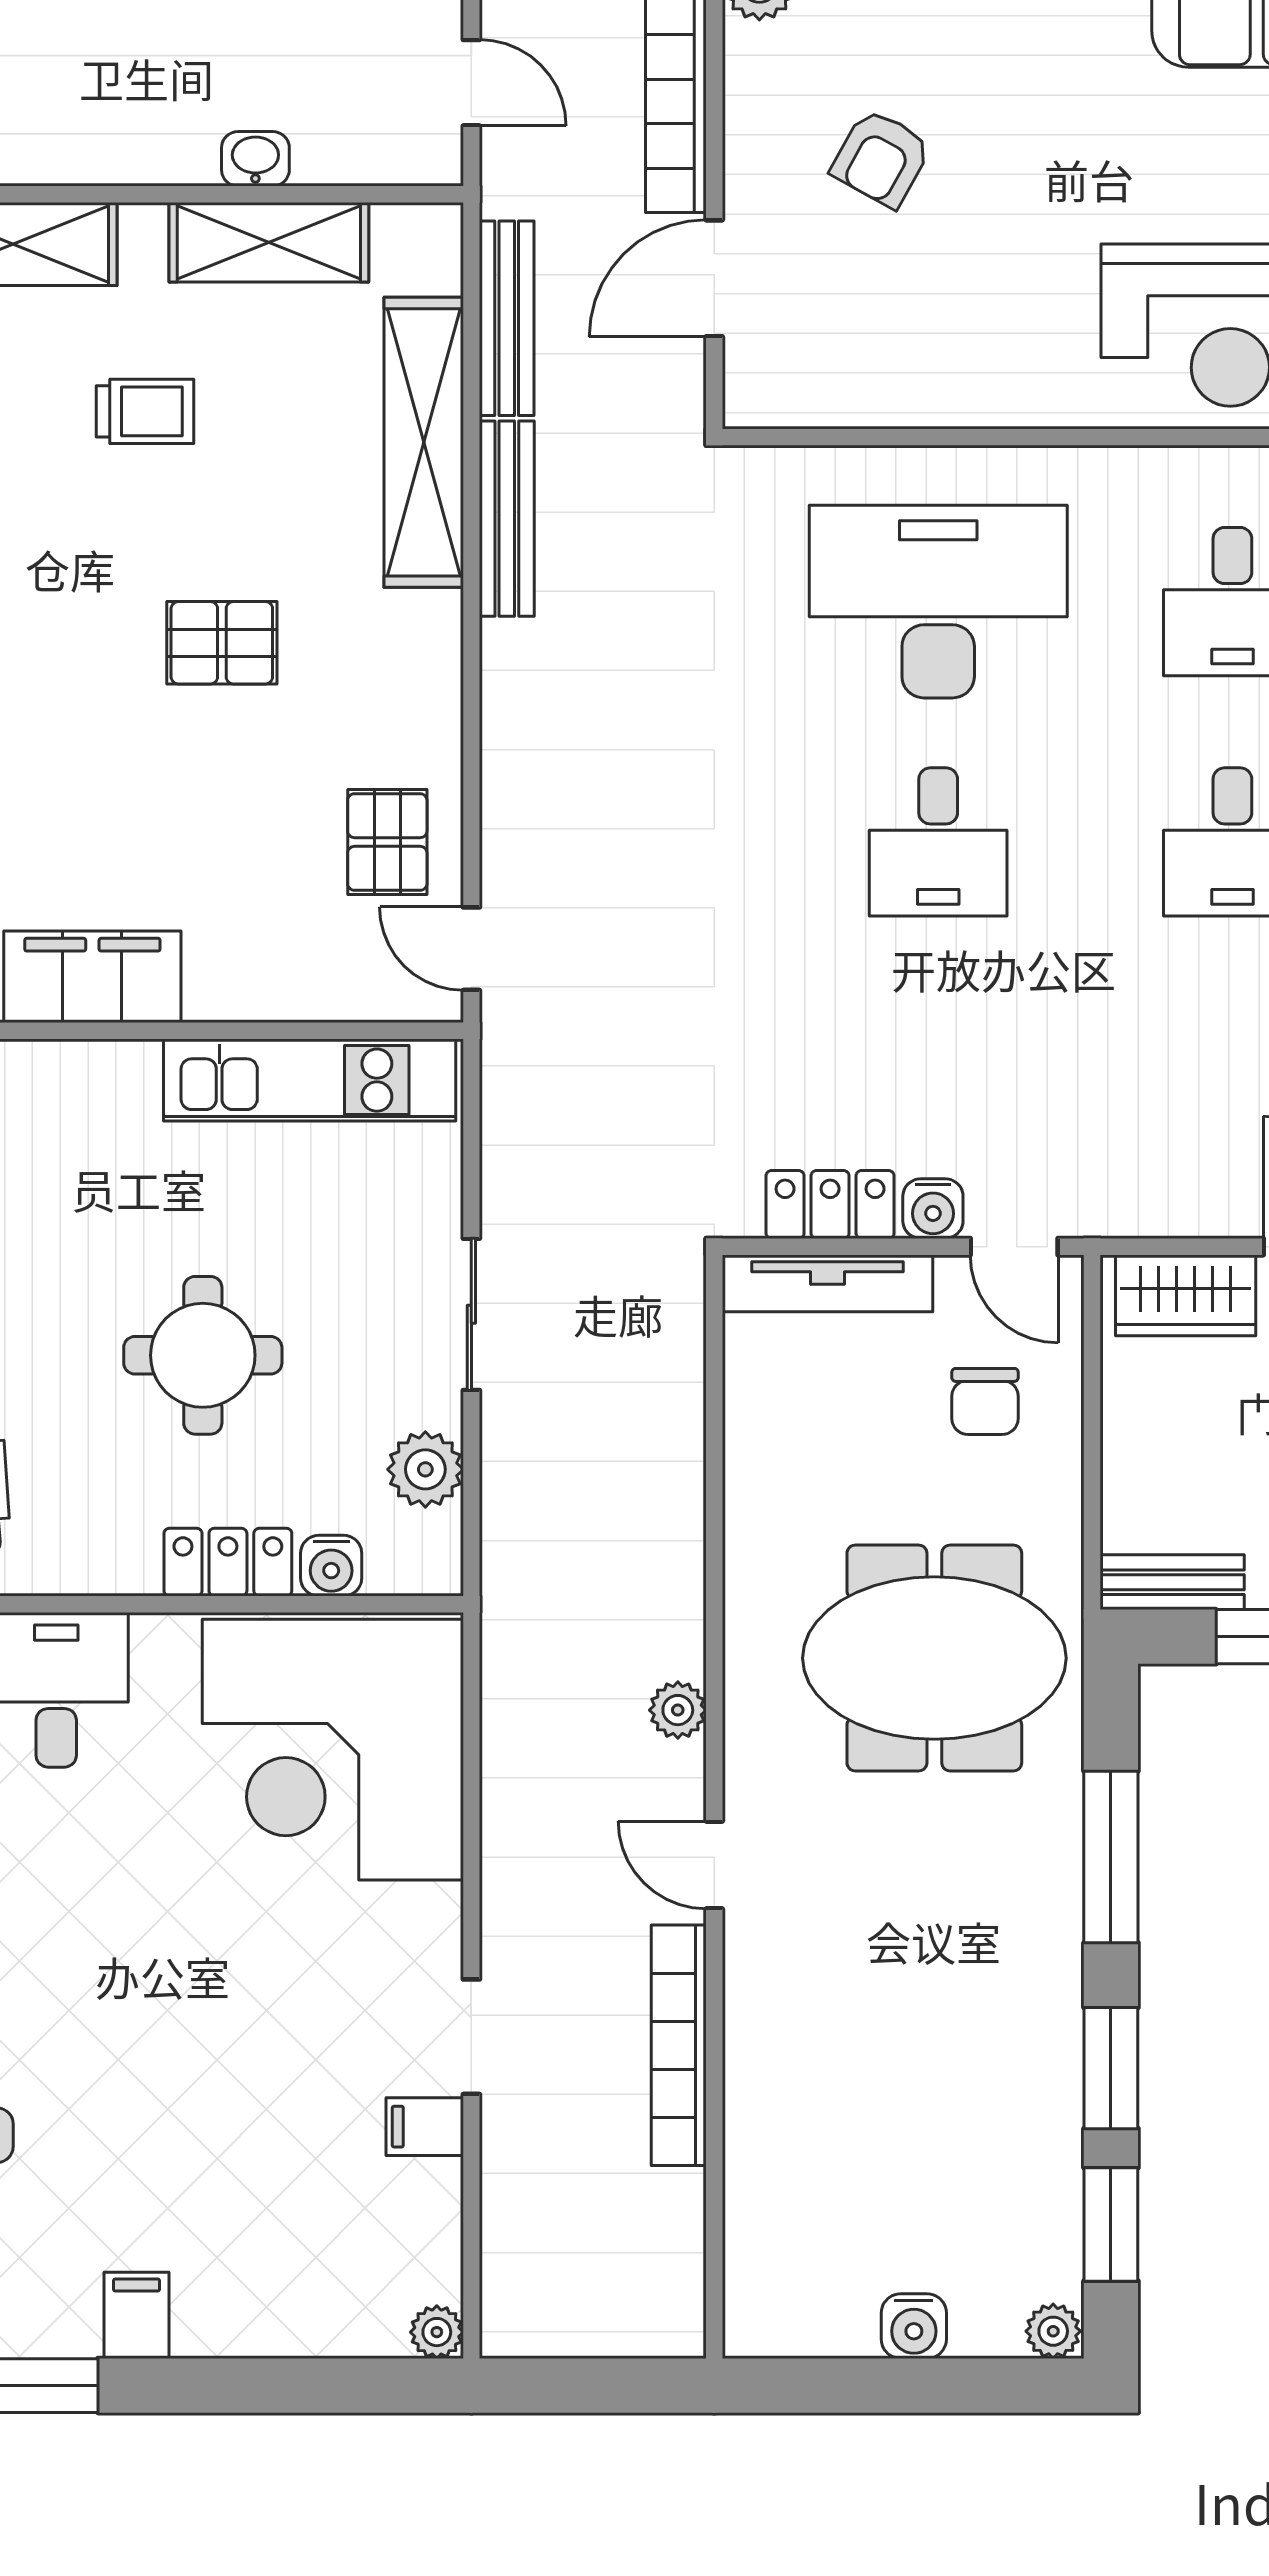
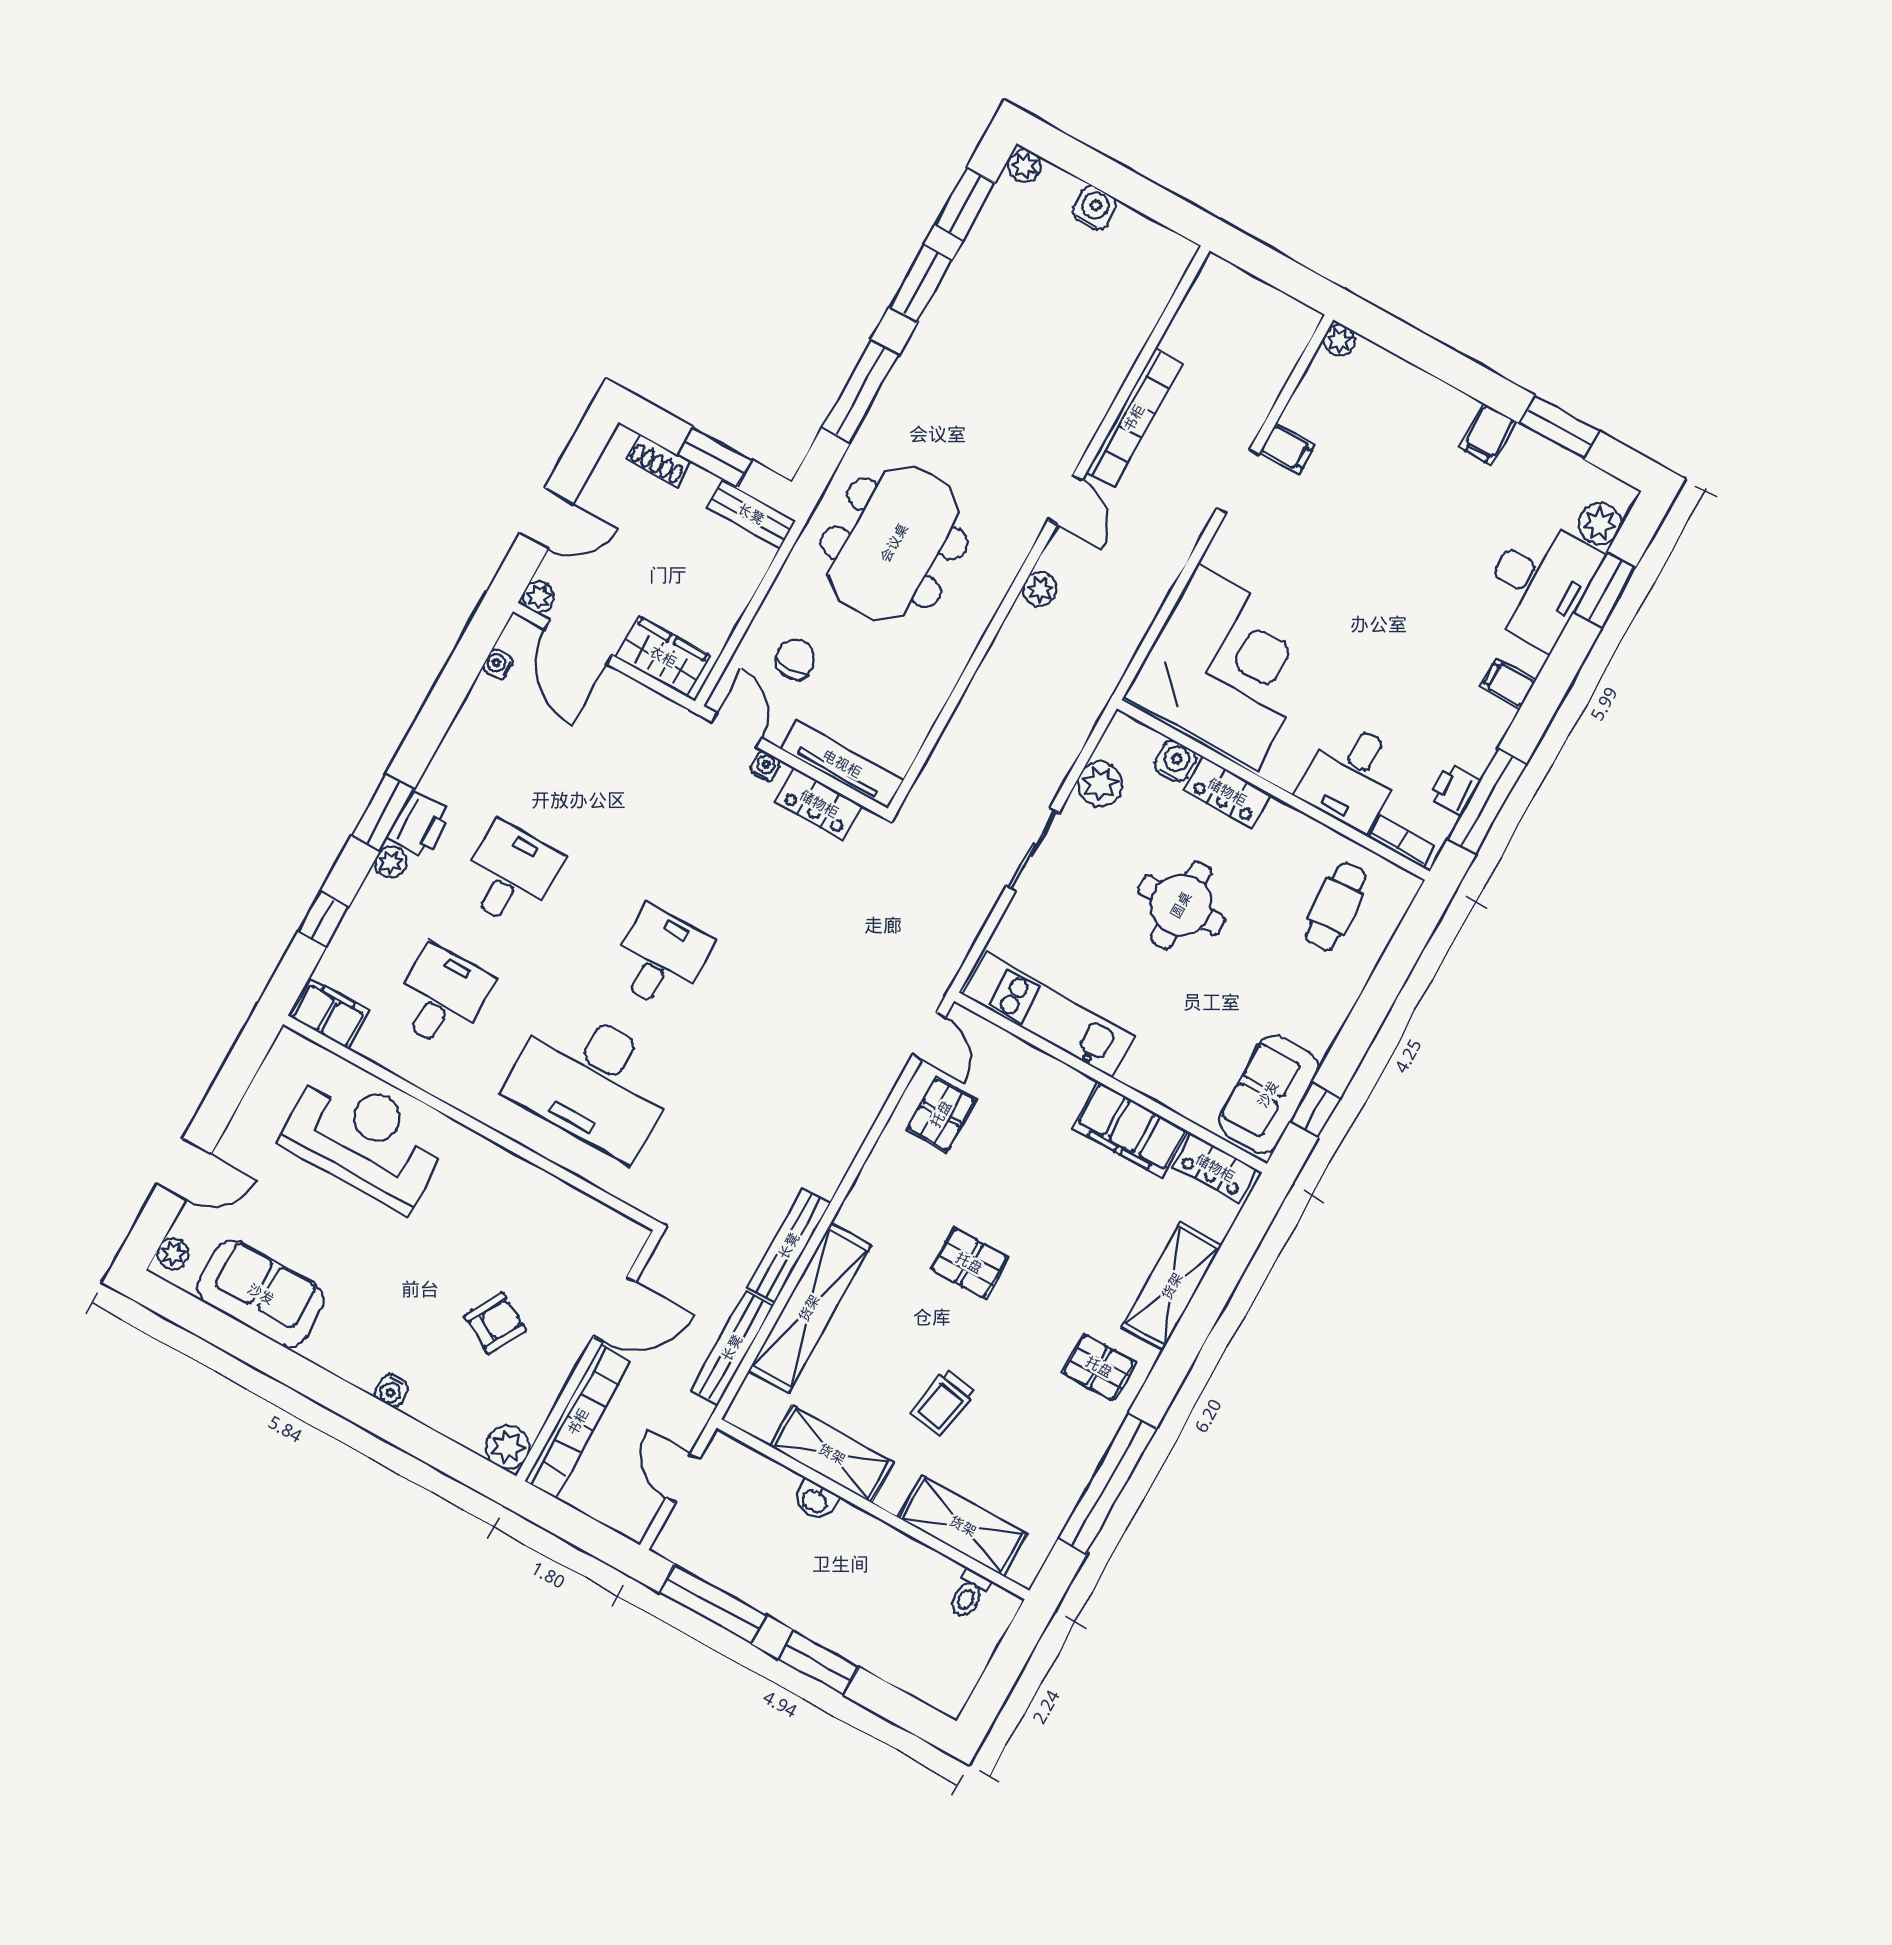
trolley: (145, 411) -> (943, 1403), turned -80
water cooler: (933, 1209) -> (765, 766), width x0.72, depth x0.72
meeting table: (934, 1658) -> (894, 543), turned 90

